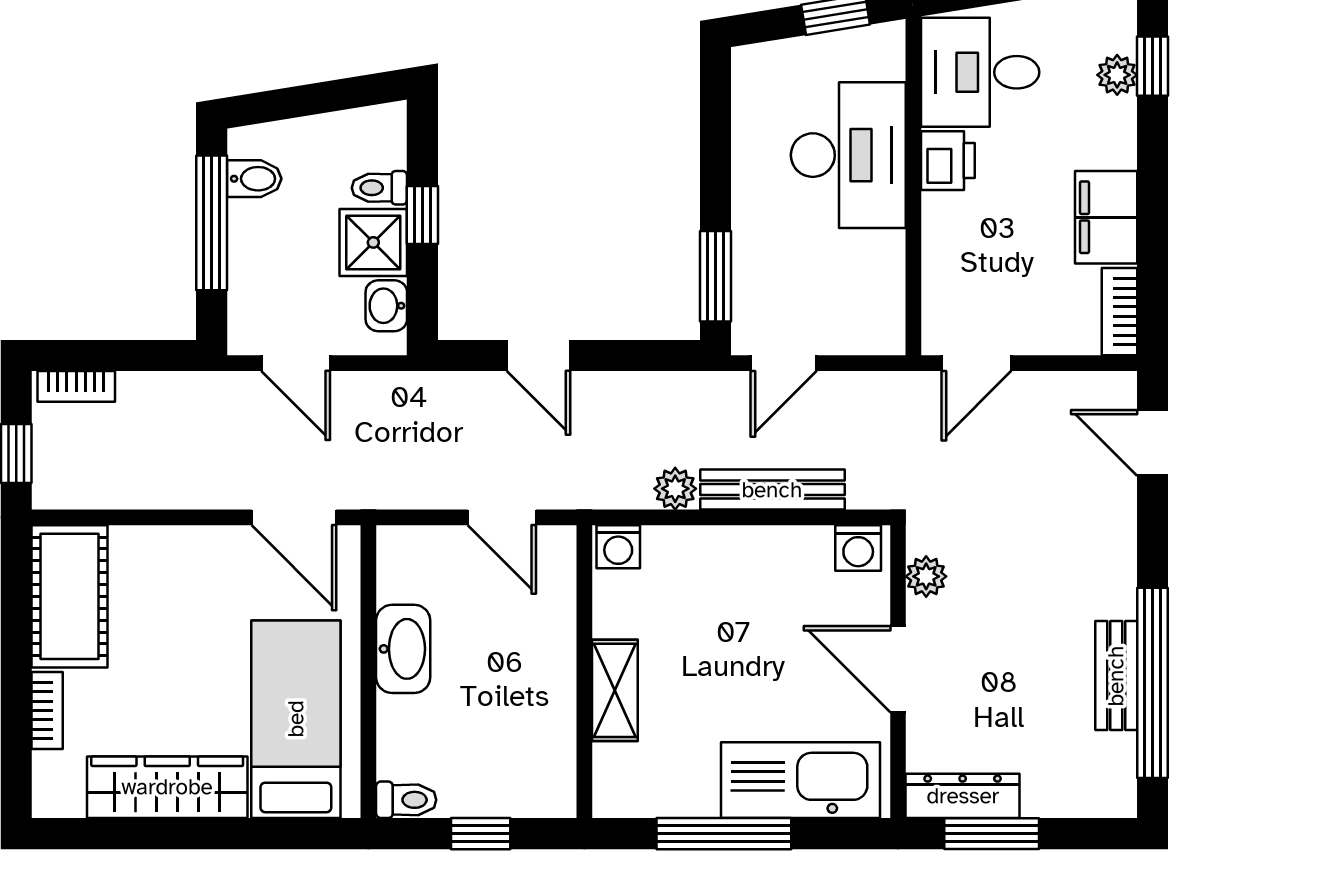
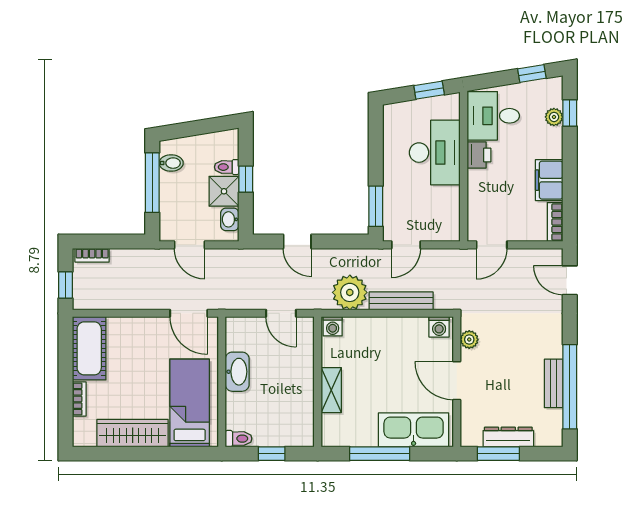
plant: (675, 489) -> (350, 292), width x1.88, depth x1.88
dresser: (963, 796) -> (508, 437), moved

